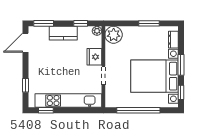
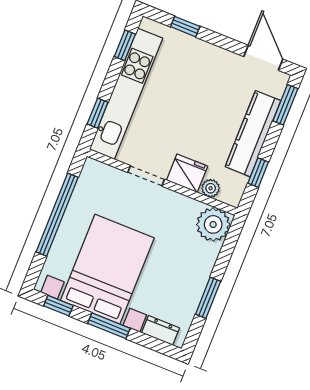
plant: (97, 31) -> (211, 188), moved
kitchen counter: (63, 33) -> (253, 134), width x1.50
window: (83, 110) -> (98, 113), added

